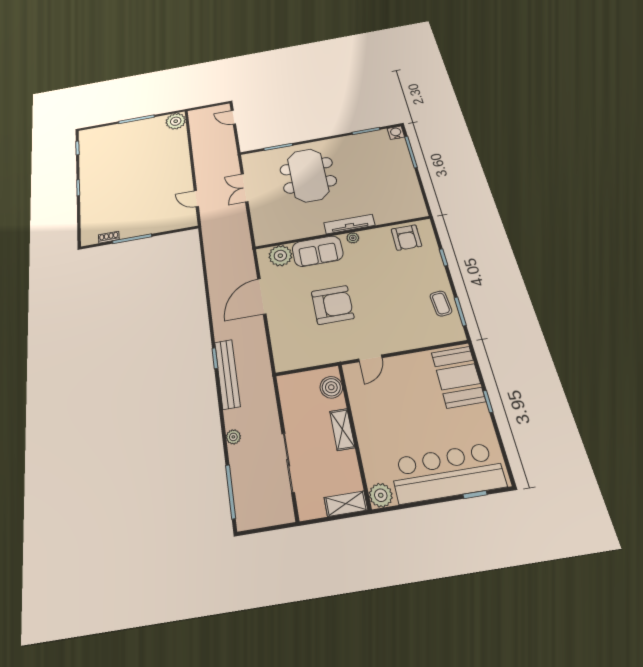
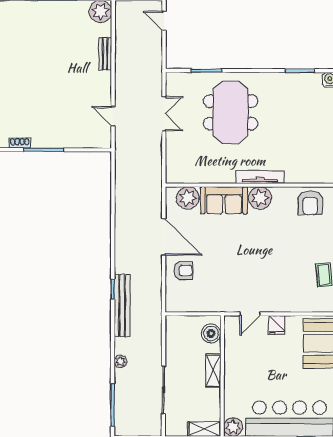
bench: (183, 151) -> (105, 54), added
double door: (245, 188) -> (164, 114), swing flipped
plant: (353, 238) -> (260, 198), width x1.88, depth x1.88
door: (262, 296) -> (164, 237), swing flipped
armchair: (333, 305) -> (183, 271), moved, width x0.53, depth x0.53
fridge: (403, 365) -> (277, 325), added

